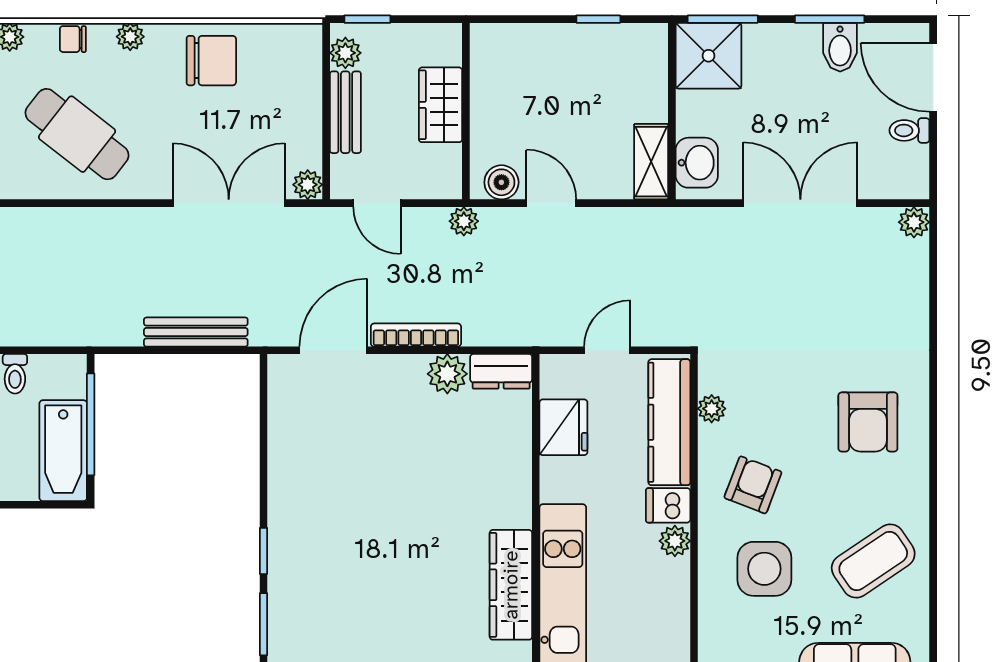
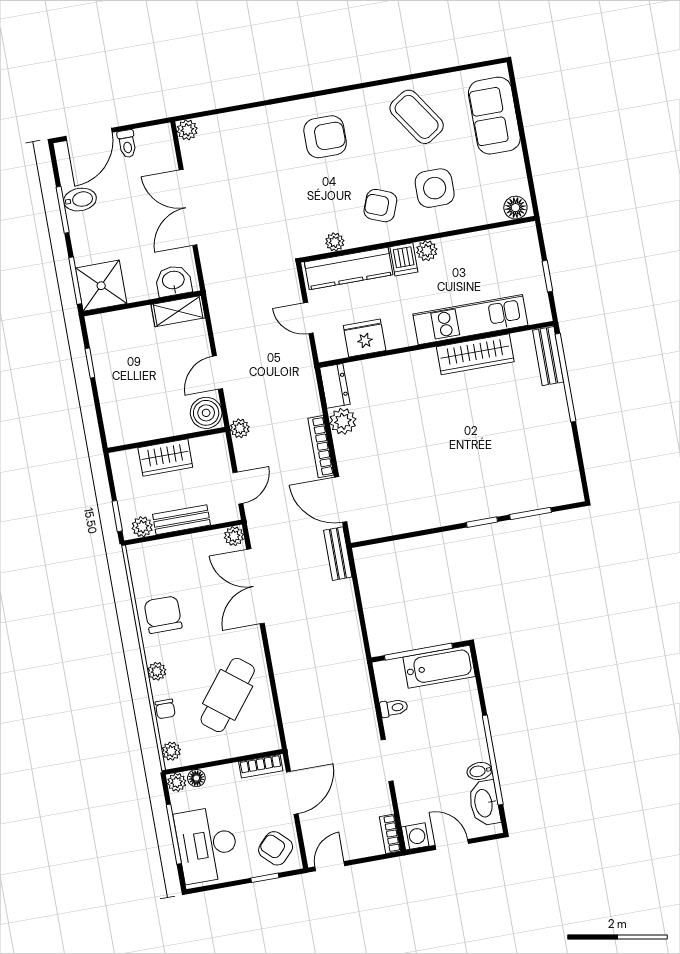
boiler: (501, 182) -> (206, 413), width x1.36, depth x1.36
bench: (196, 332) -> (338, 554), moved, width x0.73

